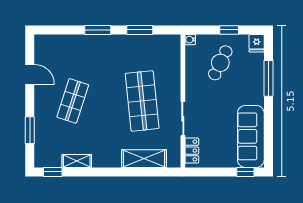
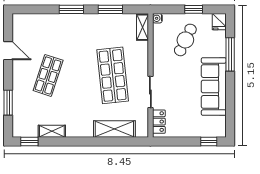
shelving: (174, 49) -> (143, 27), added
sofa: (251, 136) -> (214, 86), moved

